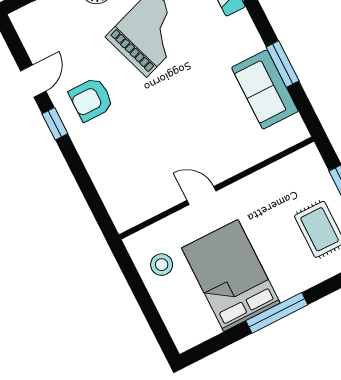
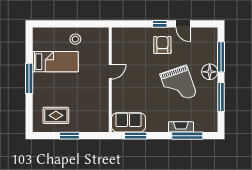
wall: (216, 188) -> (110, 80), moved
door: (202, 196) -> (110, 72), moved
bed: (231, 276) -> (55, 62), width x0.67

